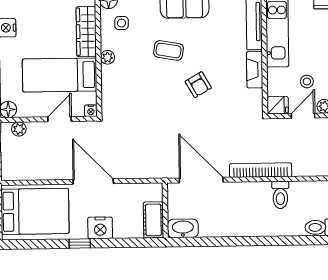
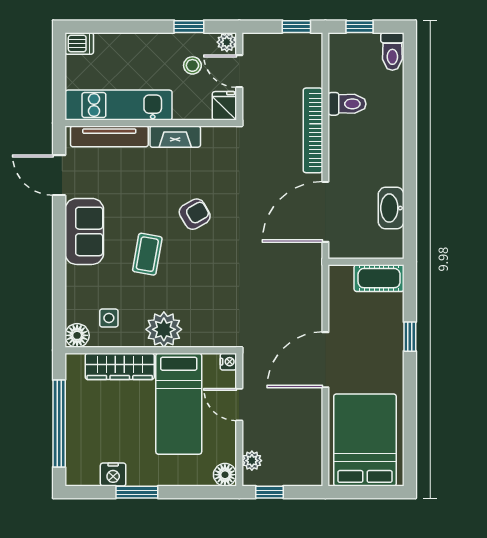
plant: (108, 57) -> (164, 329), width x1.88, depth x1.88
nightstand: (100, 228) -> (389, 351), removed
washbasin: (183, 228) -> (391, 208), moved
window: (80, 243) -> (410, 337), moved

